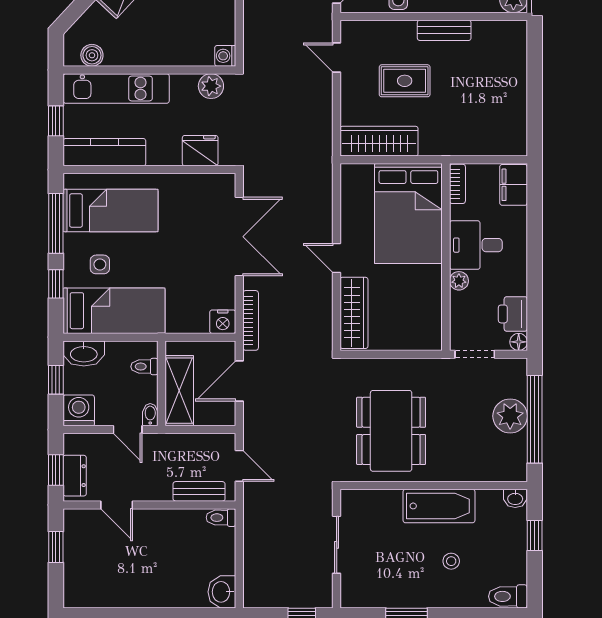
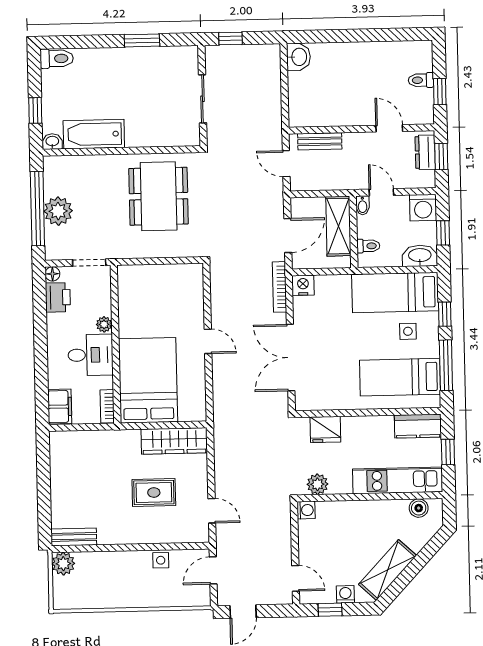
bench: (444, 30) -> (74, 537), moved
kitchen counter: (104, 152) -> (418, 426), width x0.67
wardrobe: (354, 313) -> (192, 295), removed
bathtub: (439, 506) -> (94, 134), moved
toilet: (221, 518) -> (421, 80), moved, turned 180
stool: (451, 561) -> (105, 87), removed

